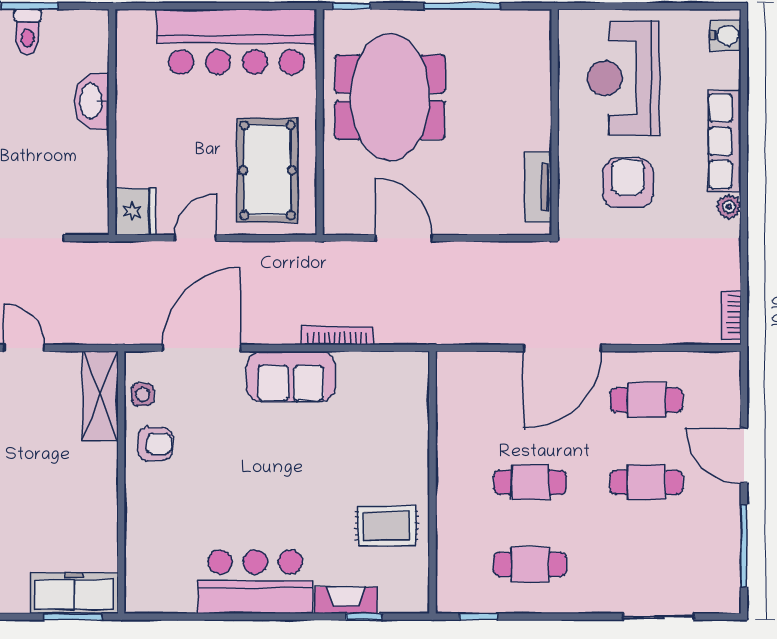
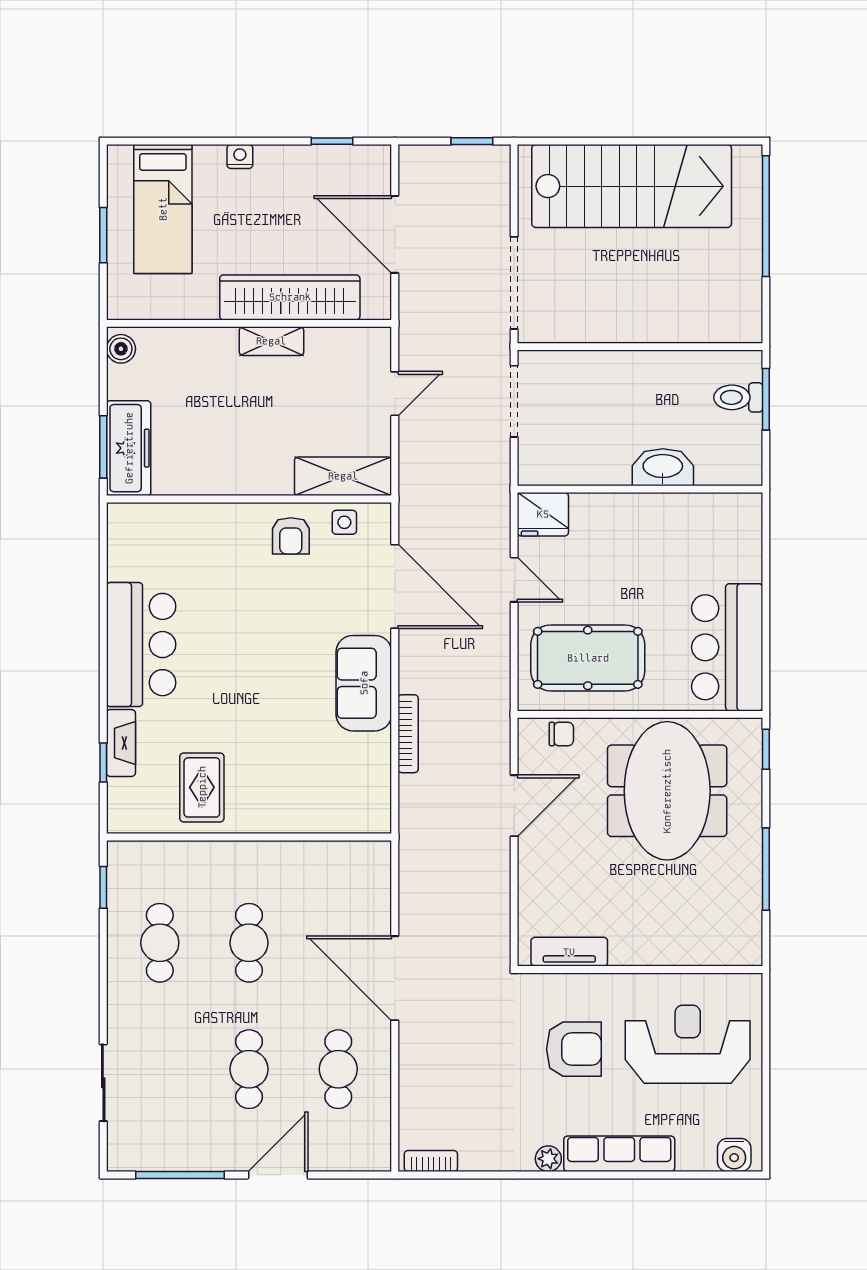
bar counter: (236, 42) -> (727, 647), width x0.73
meeting table: (390, 97) -> (667, 791), turned 90
chair: (338, 195) -> (561, 734), added

